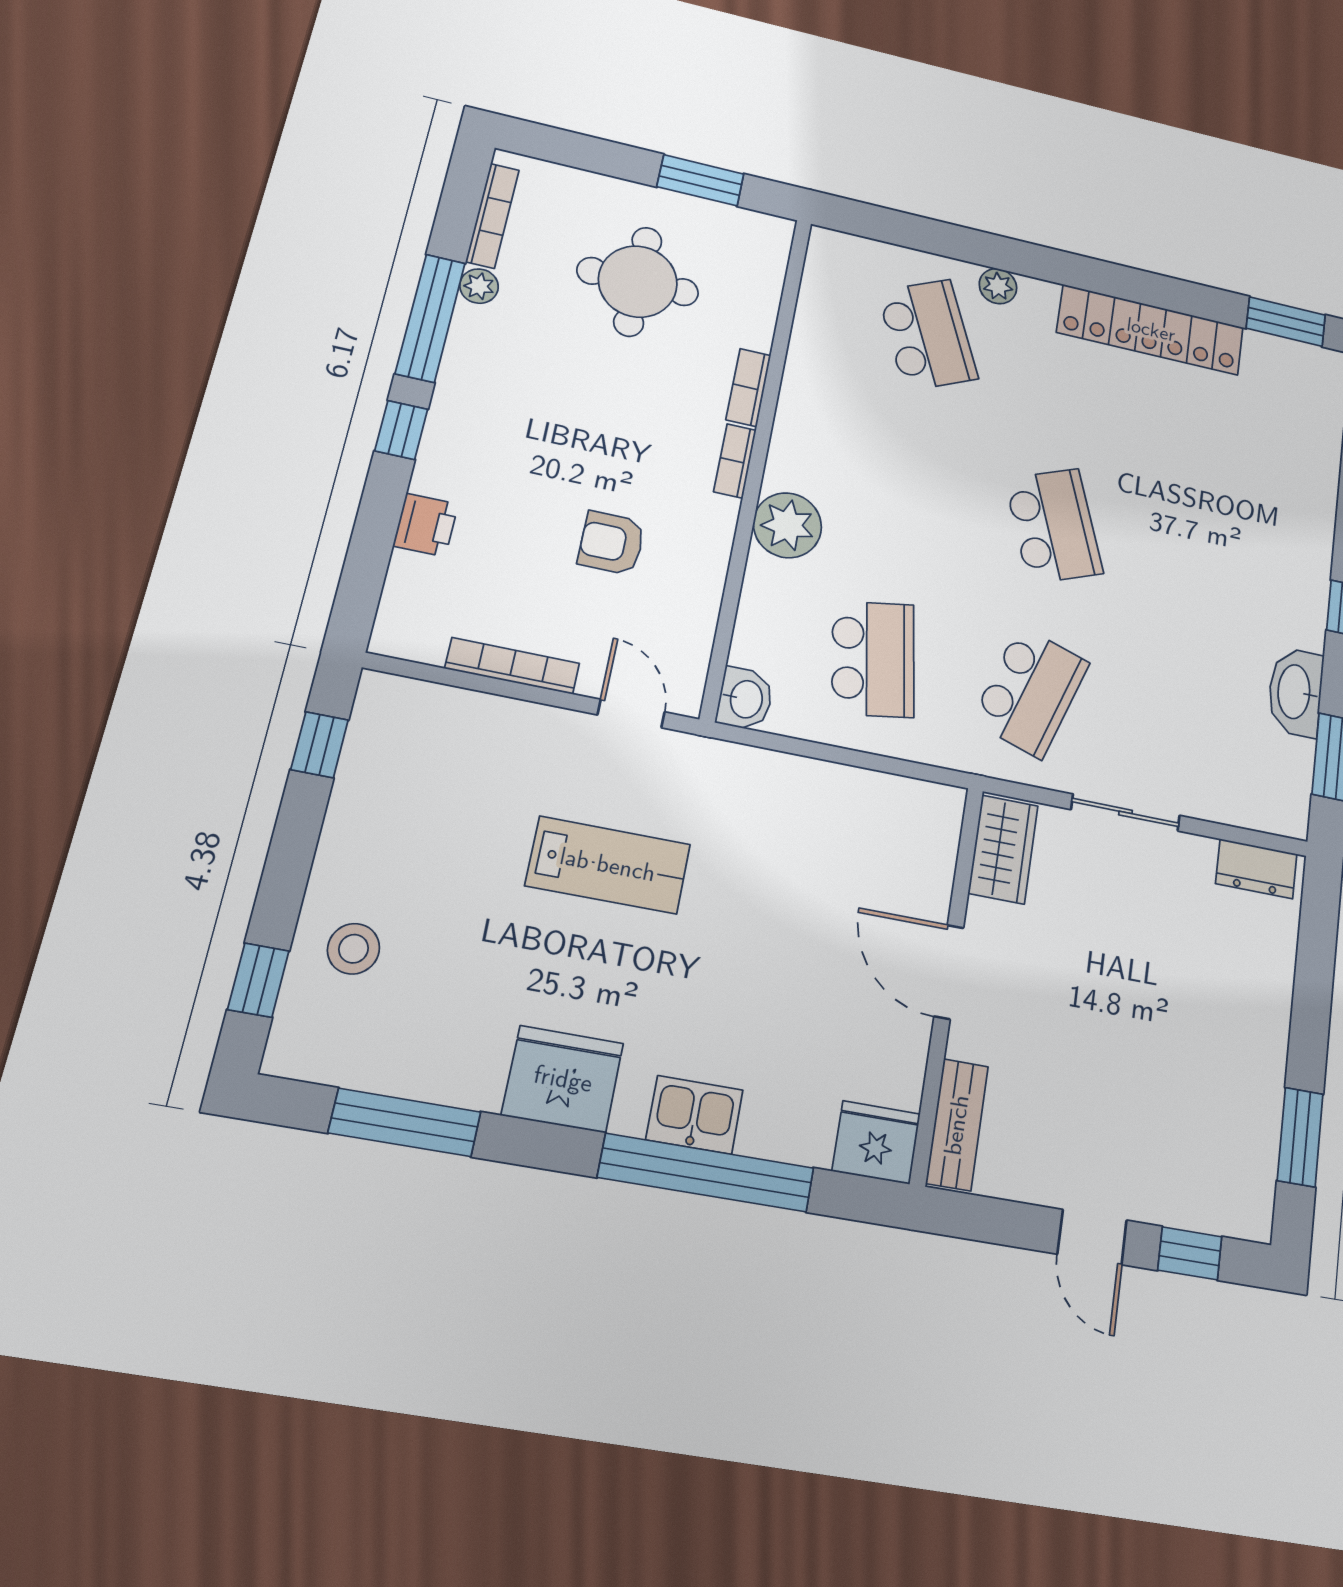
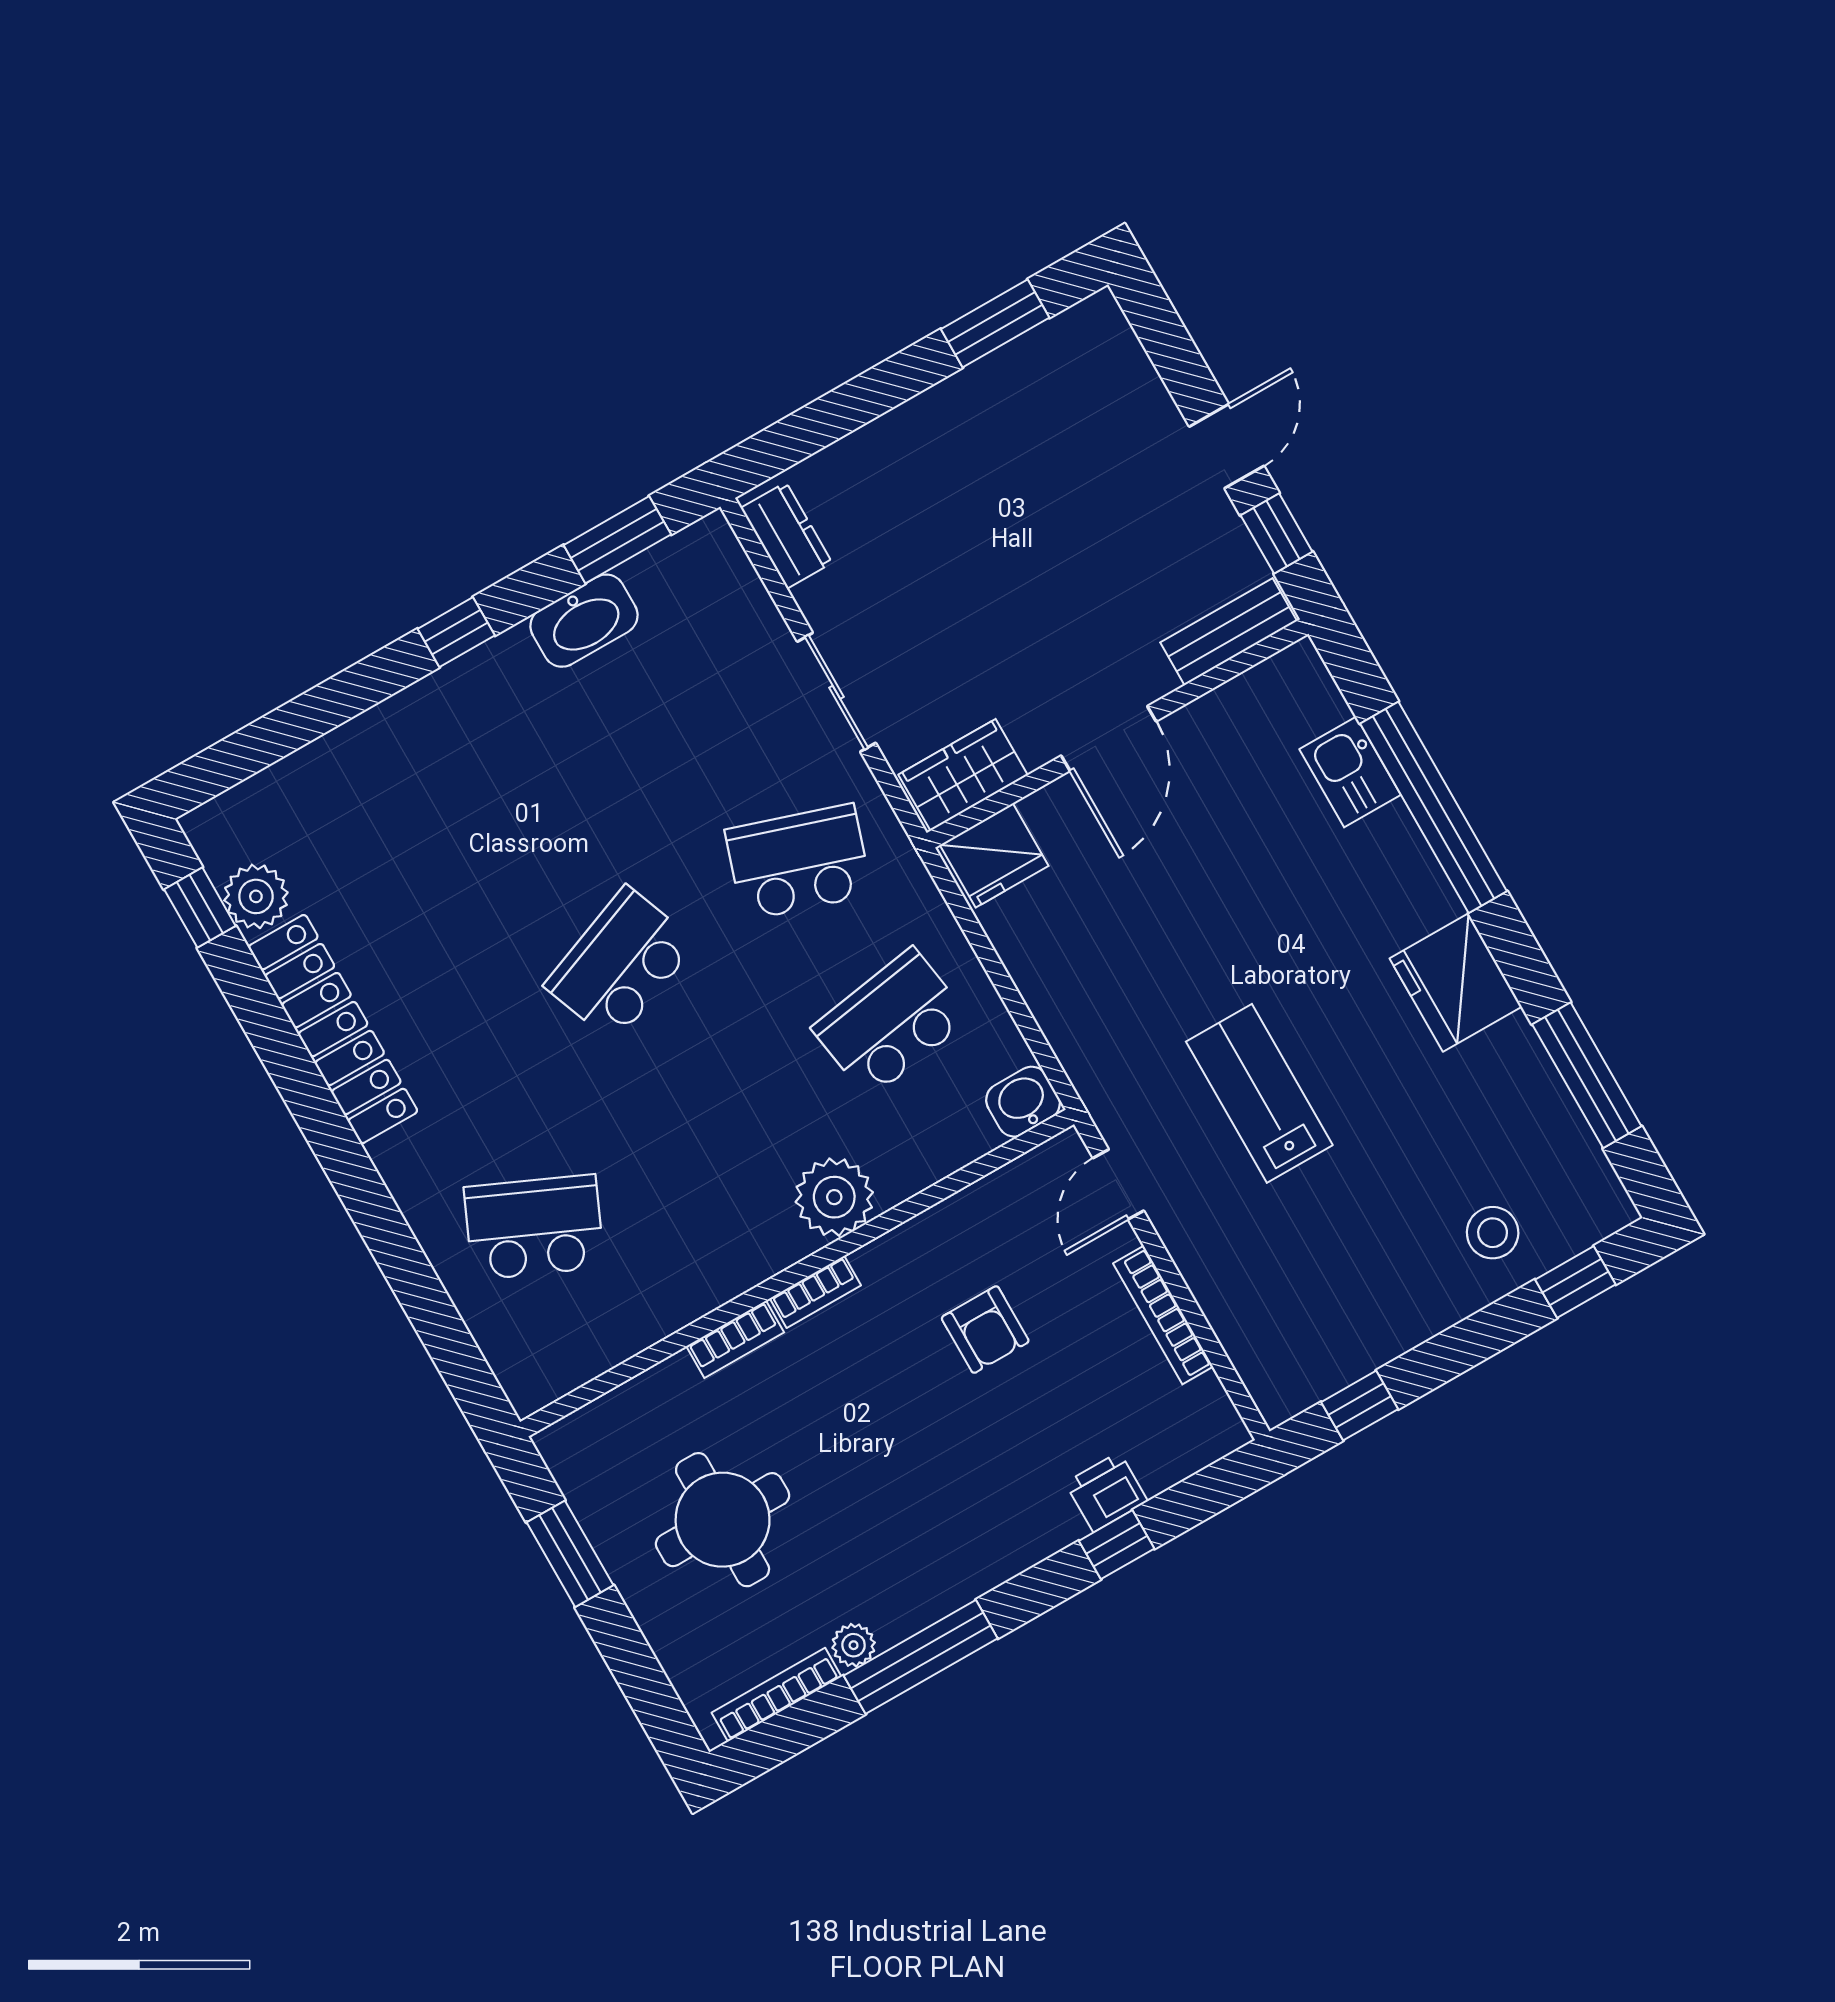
plant: (998, 286) -> (256, 896), moved, width x1.38, depth x1.38
window: (1286, 322) -> (200, 908), width x0.67
school desk: (928, 335) -> (534, 1227), turned 48
window: (401, 430) -> (1117, 1545), moved
kitchen sink: (695, 1115) -> (1350, 772), moved
fridge: (876, 1142) -> (994, 855), moved, turned -90
window: (1190, 1253) -> (1277, 534), moved

